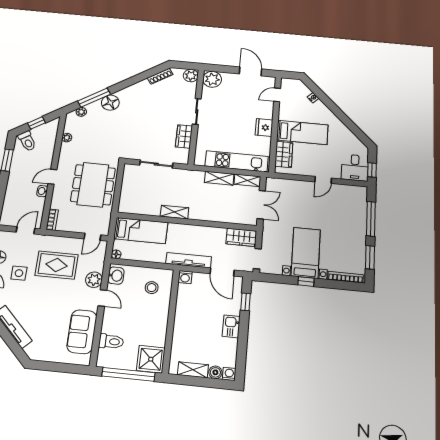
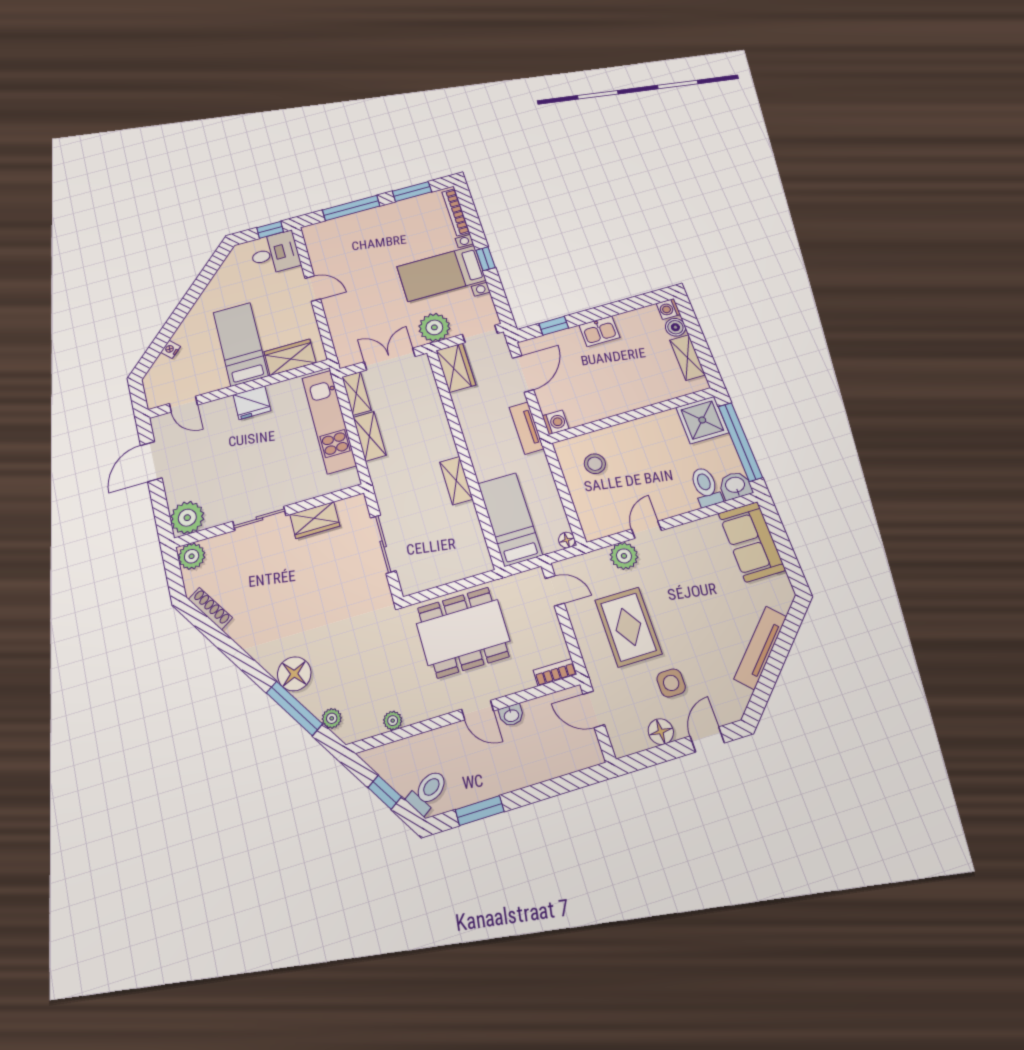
plant: (272, 236) -> (434, 327), added
tv unit: (189, 260) -> (526, 428), width x0.71
washbasin: (116, 276) -> (735, 485), moved
sofa: (82, 332) -> (752, 542), moved, turned 90

